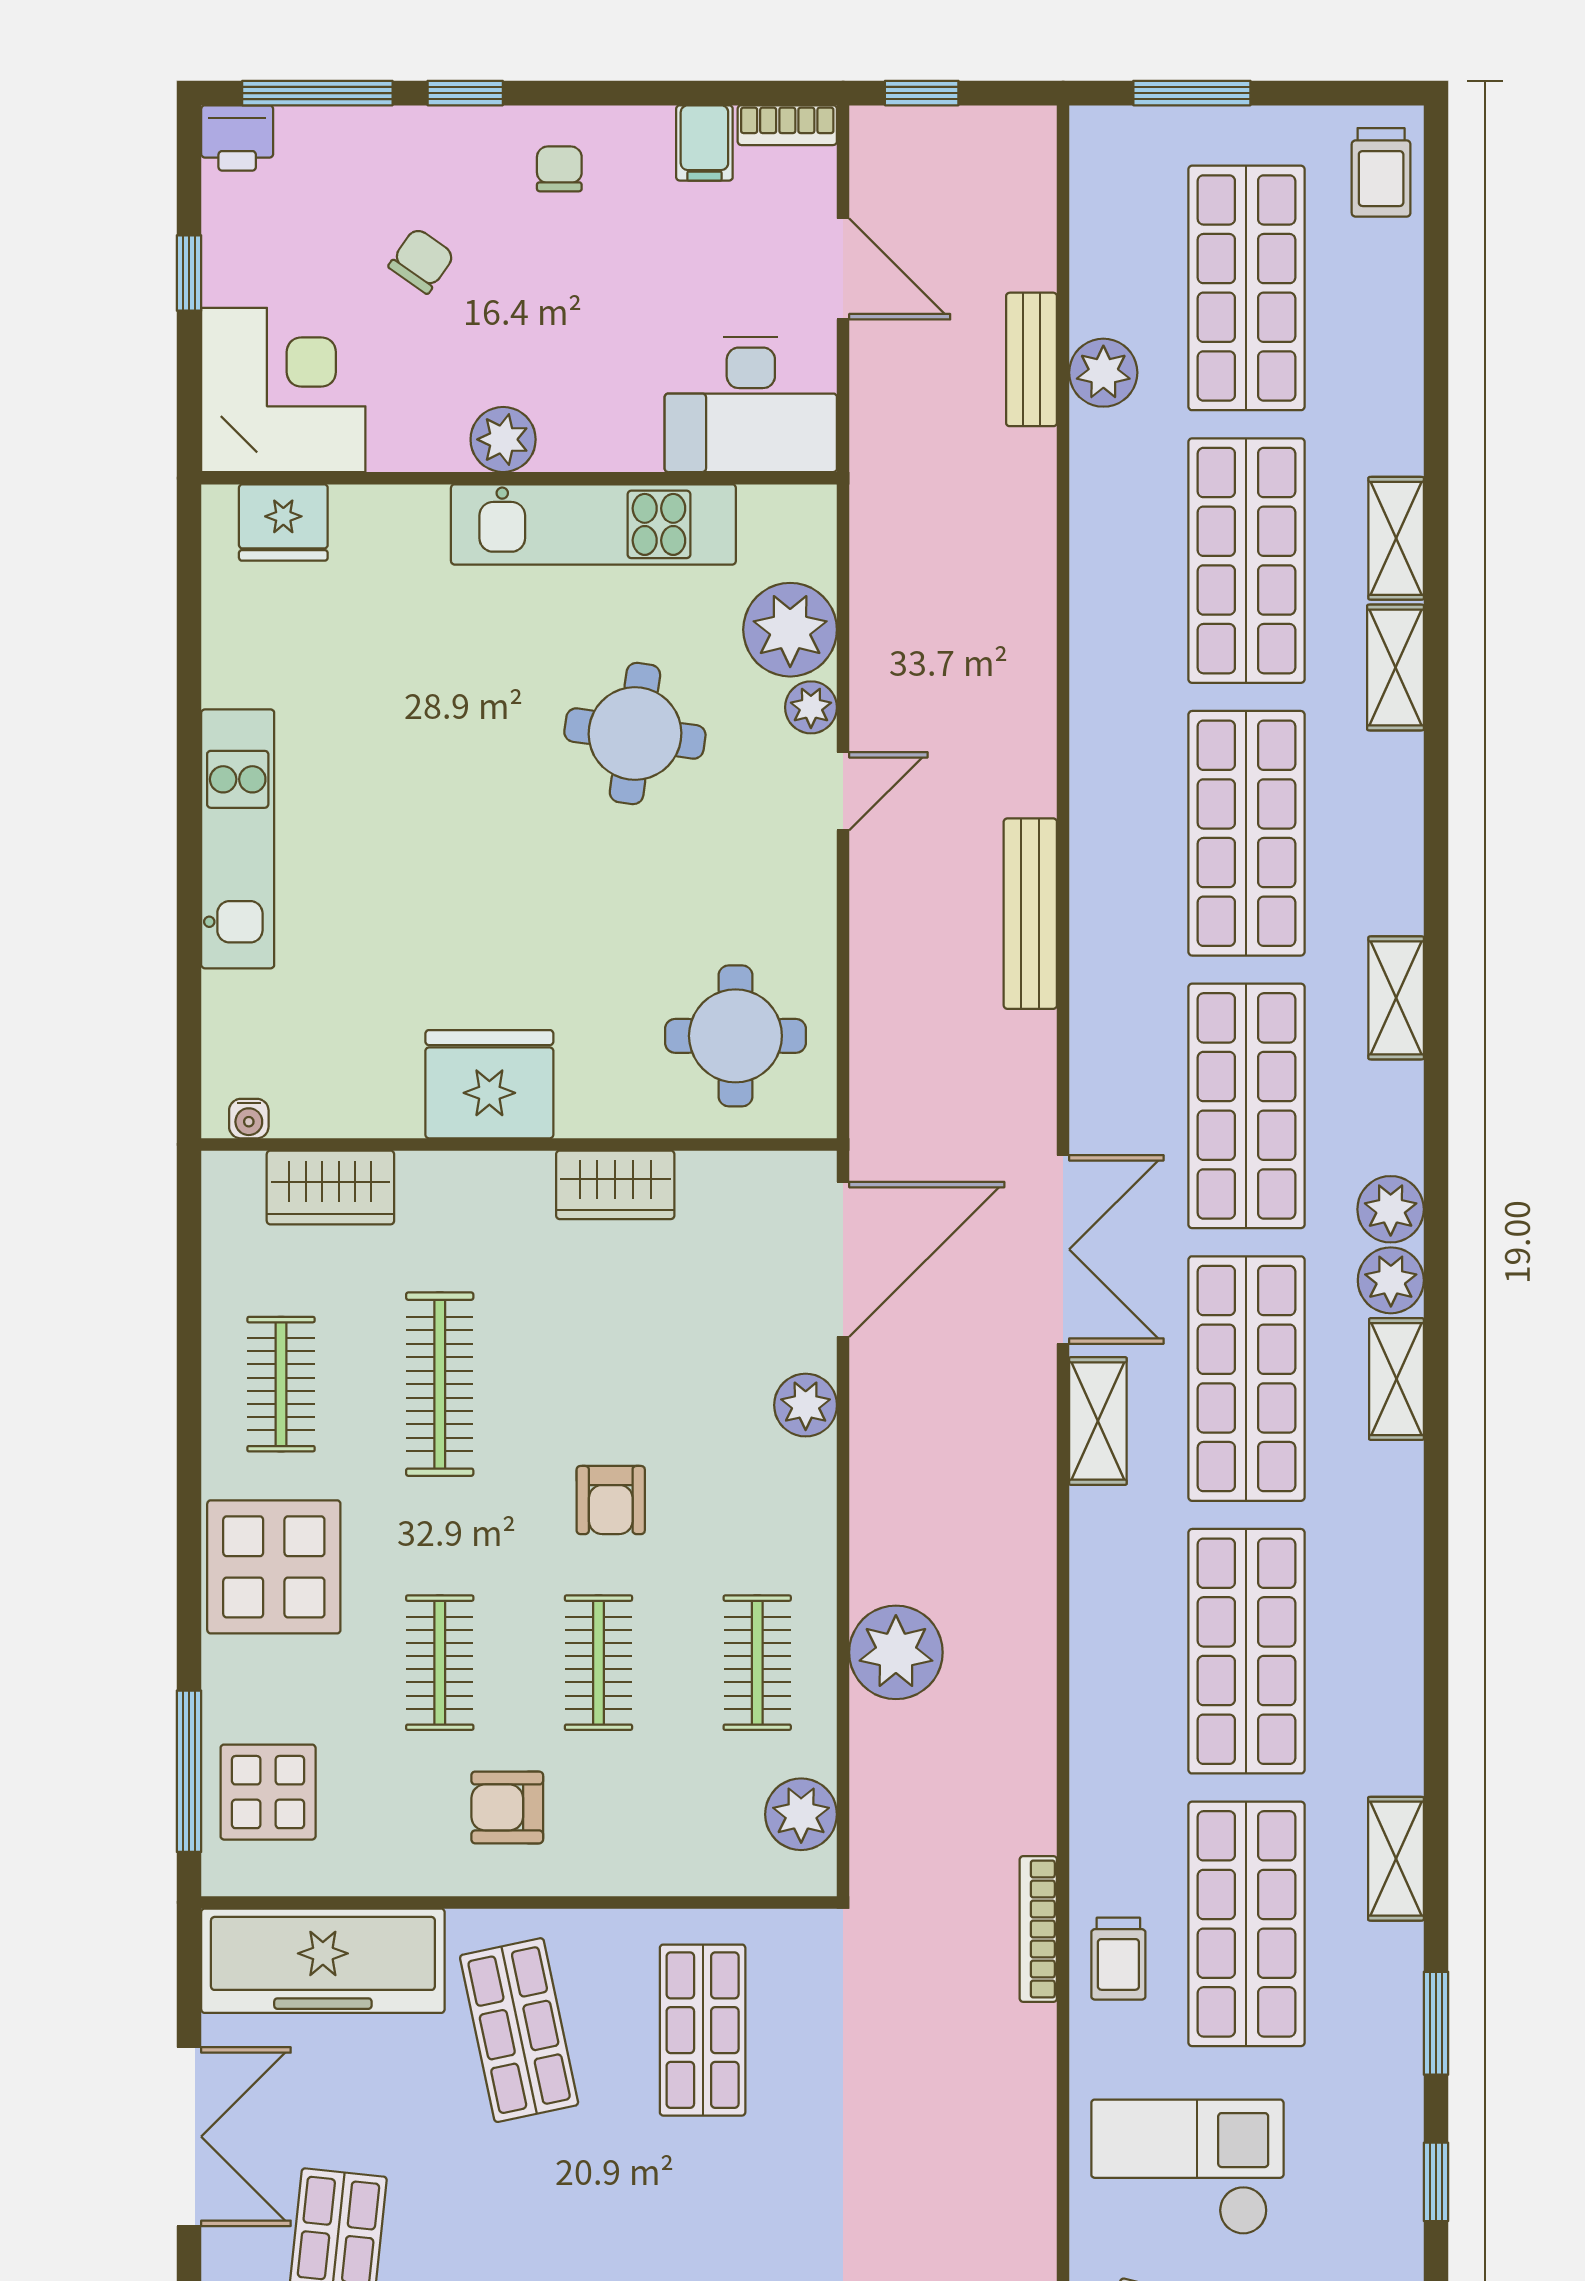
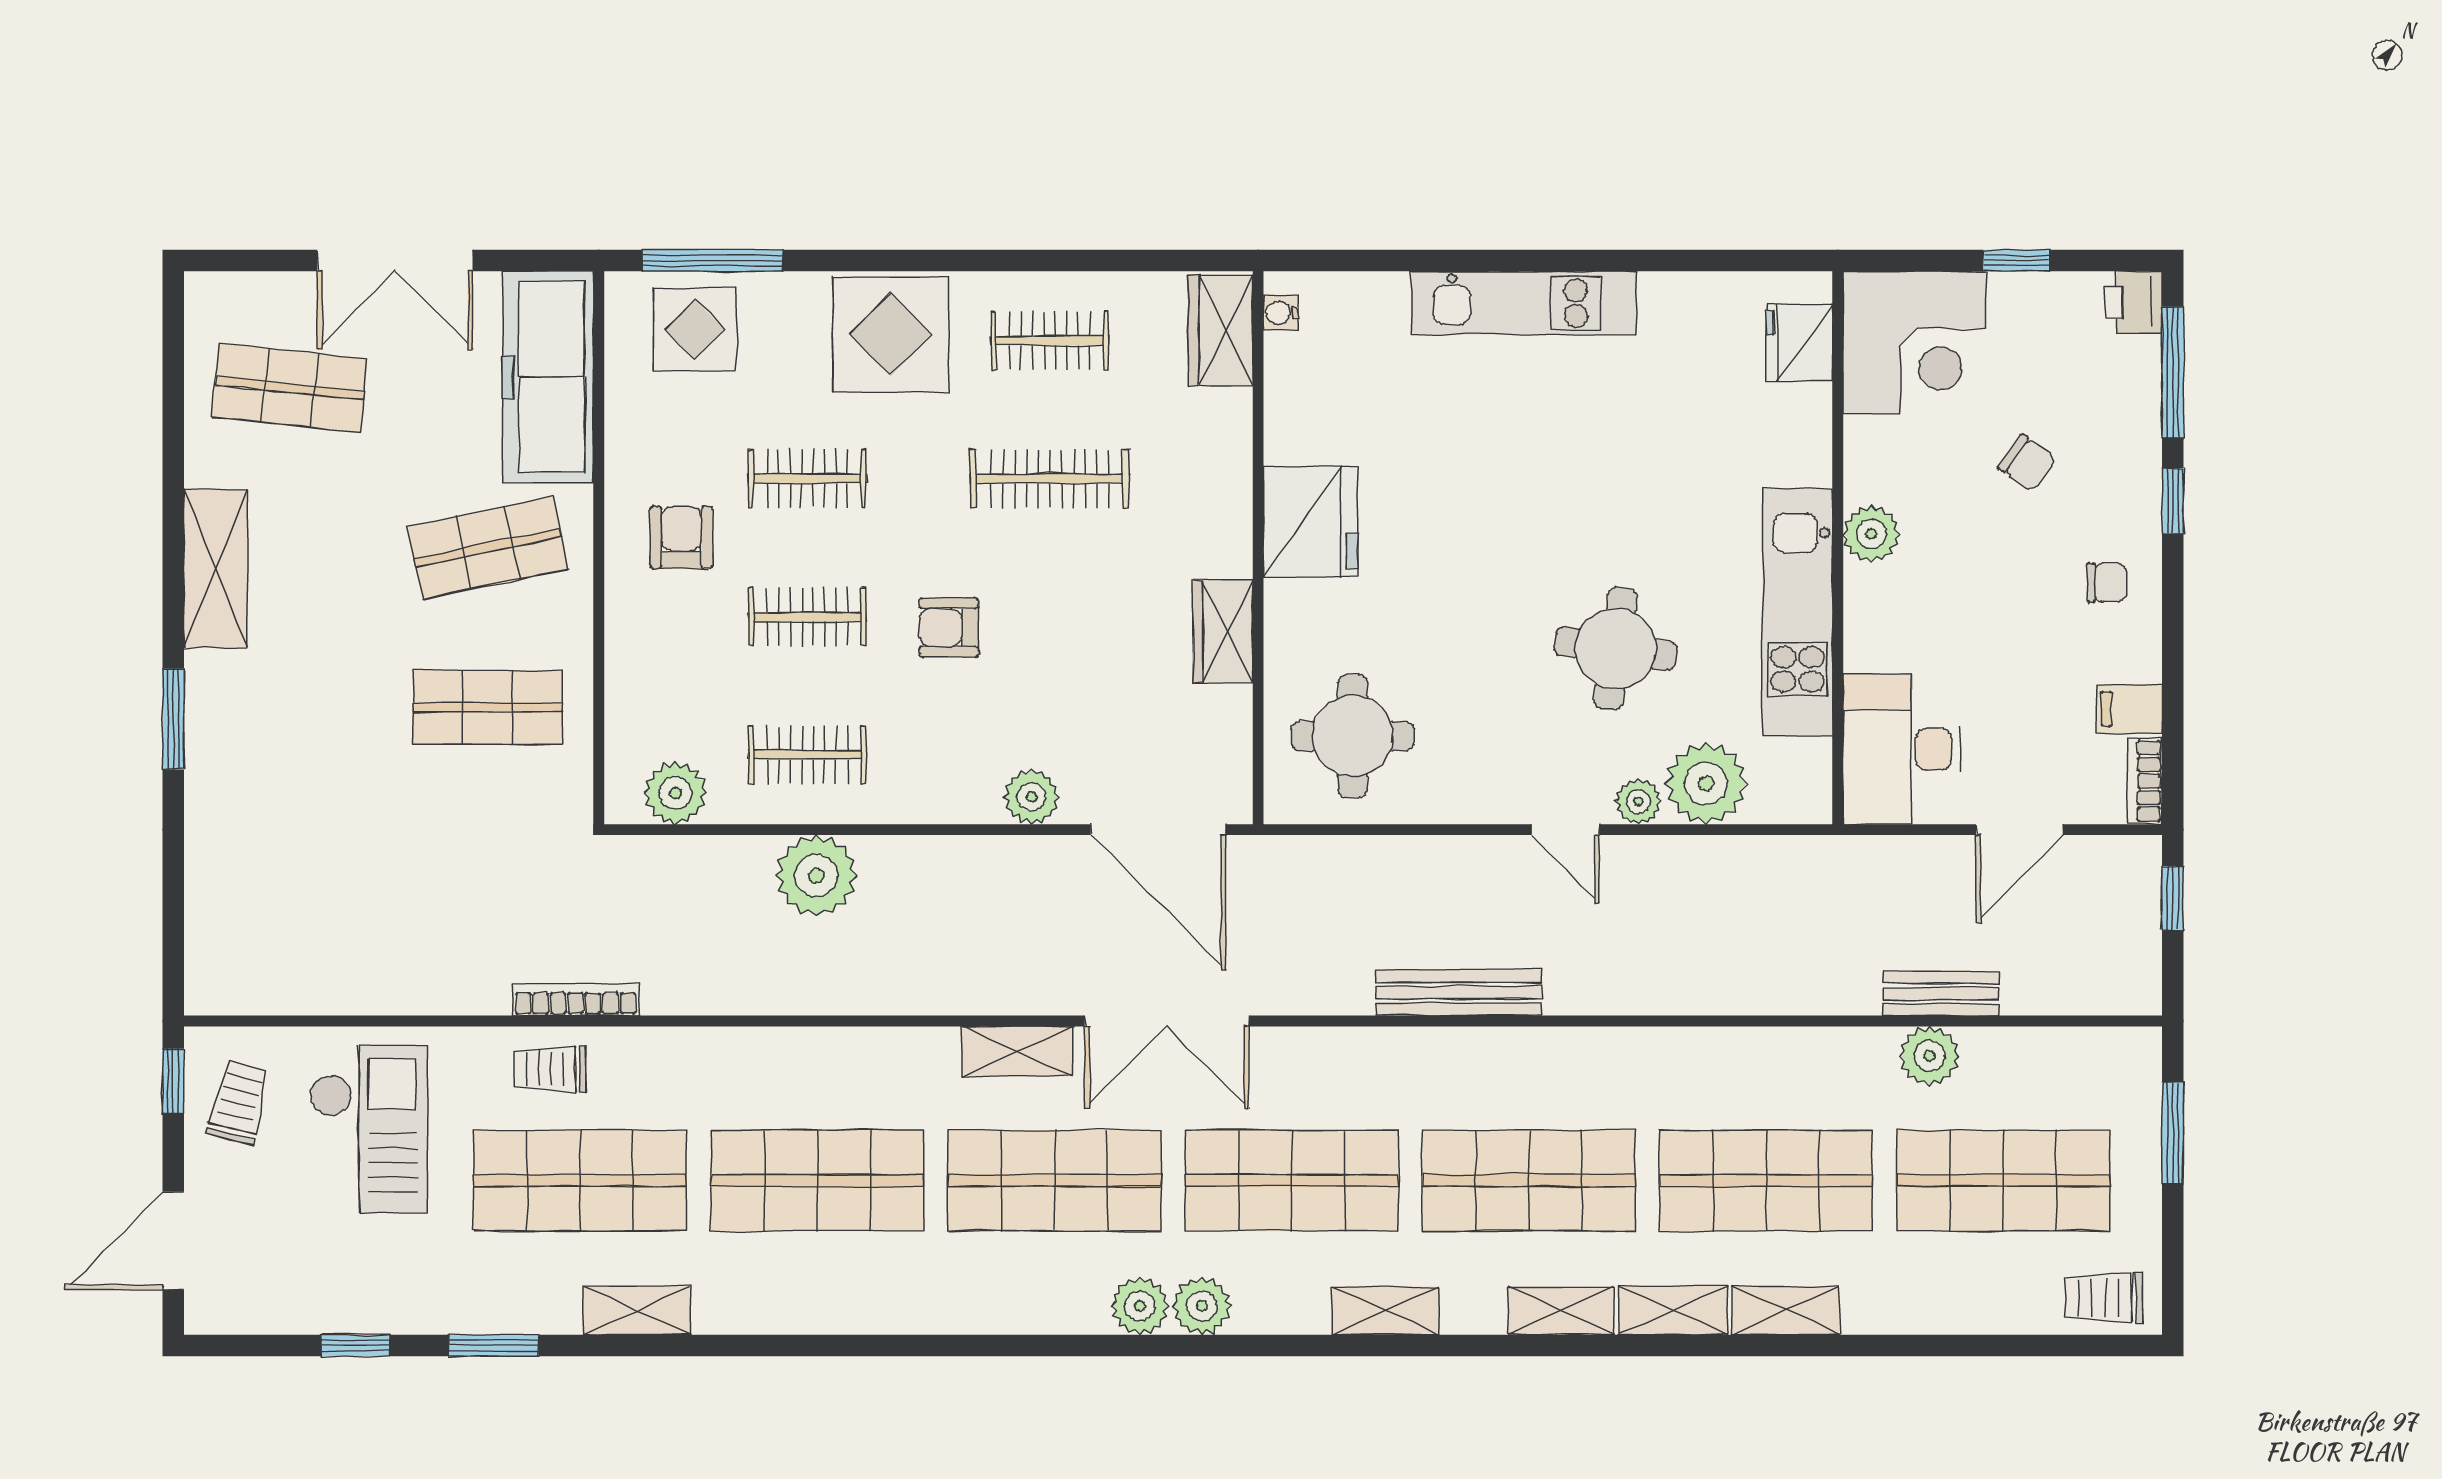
wardrobe: (330, 1187) -> (1221, 330), moved
shelving: (1396, 1379) -> (1561, 1311), moved

